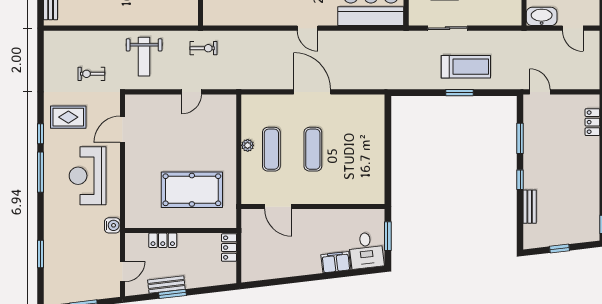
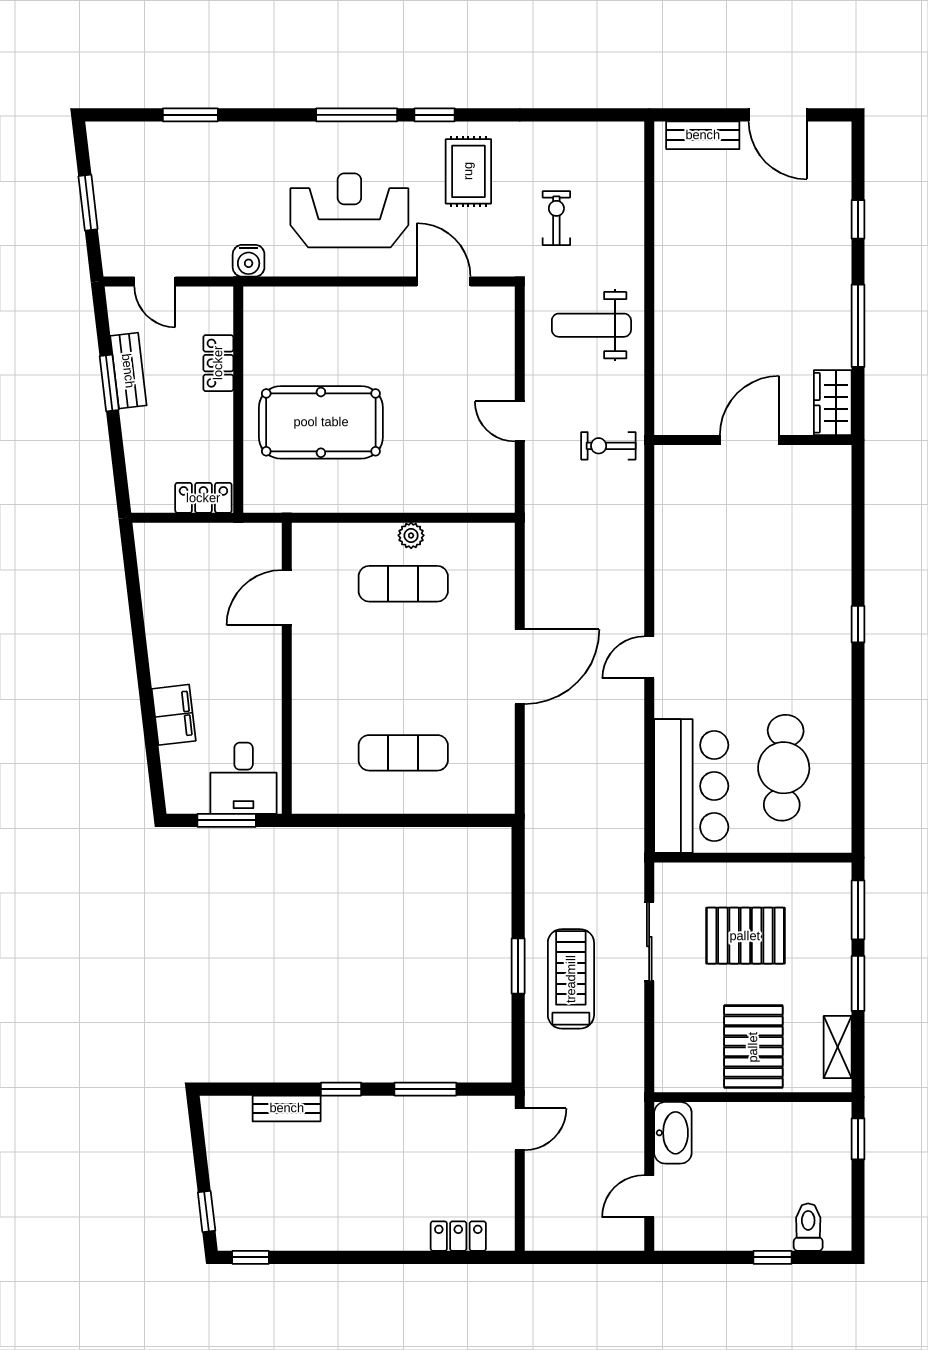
exercise bike: (203, 48) -> (608, 446), turned 90
treadmill: (466, 67) -> (571, 979), turned 180
exercise mat: (313, 149) -> (403, 753), moved
pool table: (192, 190) -> (321, 422), turned 90
window: (559, 249) -> (207, 1212), moved
desk: (366, 250) -> (244, 778), moved, turned -83

